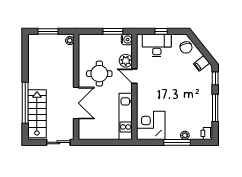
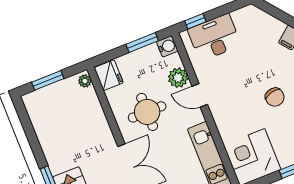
window: (161, 31) -> (195, 21), moved
fridge: (85, 43) -> (109, 75), added
chair: (186, 47) -> (275, 97), moved

